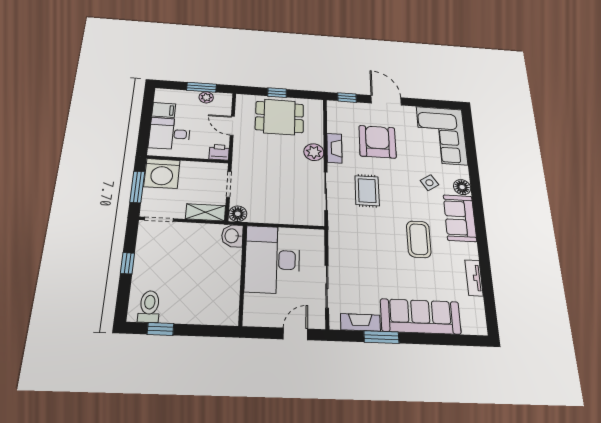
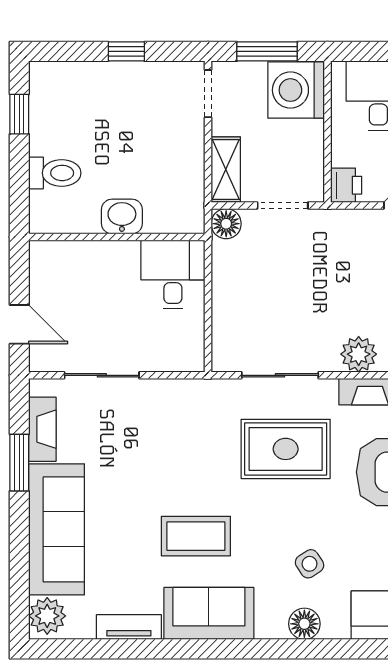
rug: (367, 191) -> (286, 449), width x1.36, depth x1.43
sofa: (460, 218) -> (209, 613), moved
washbasin: (232, 236) -> (122, 217), moved
desk: (272, 259) -> (173, 274), width x0.53, depth x0.77
toilet: (149, 307) -> (55, 173), moved
plant: (473, 324) -> (47, 616), added

